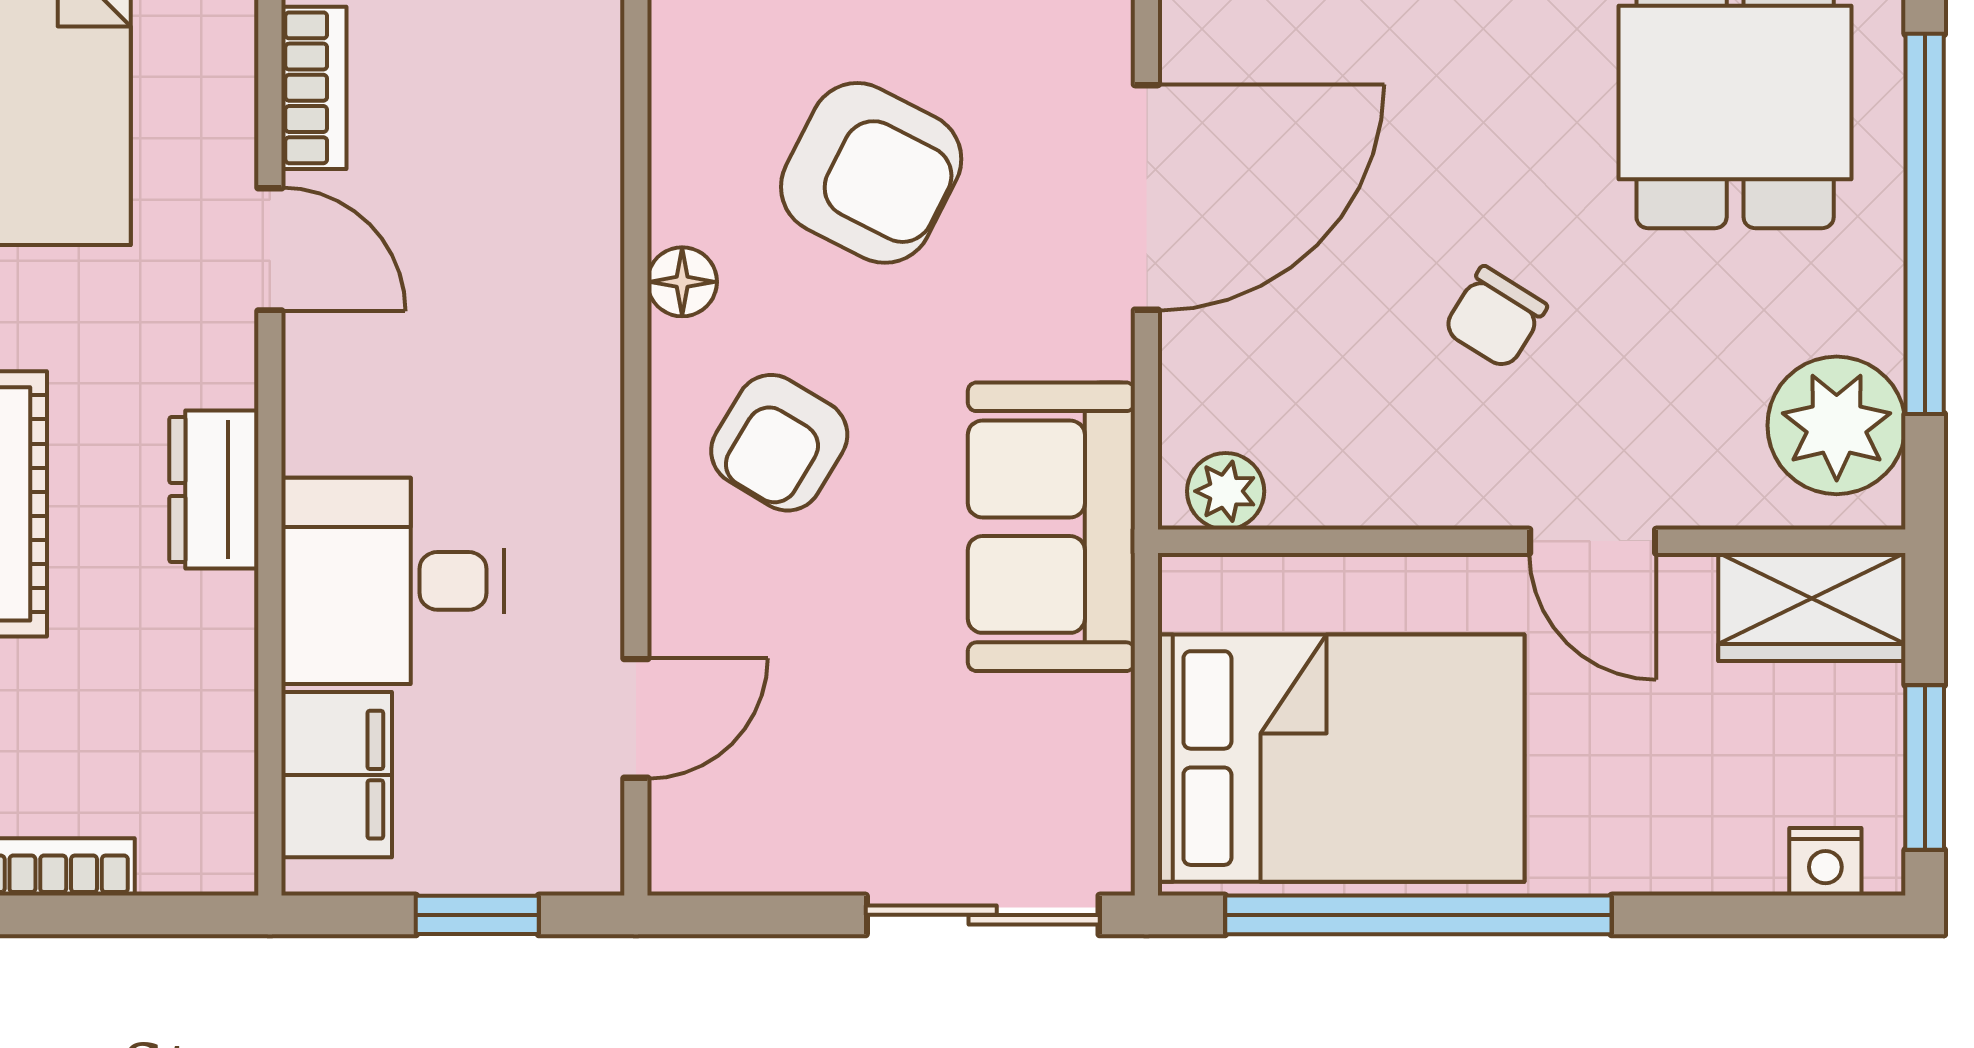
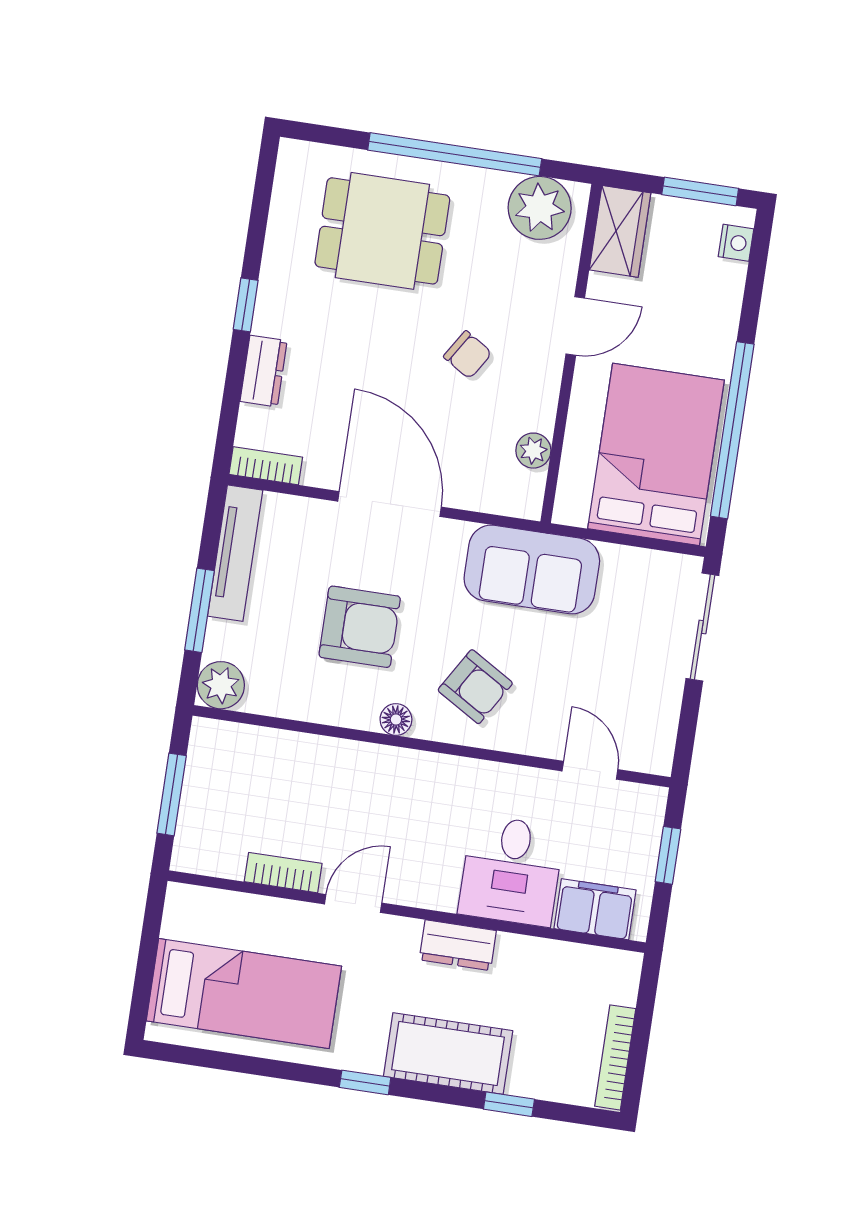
armchair: (871, 173) -> (360, 627), turned 63
plant: (1226, 491) -> (533, 451), moved

